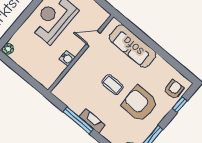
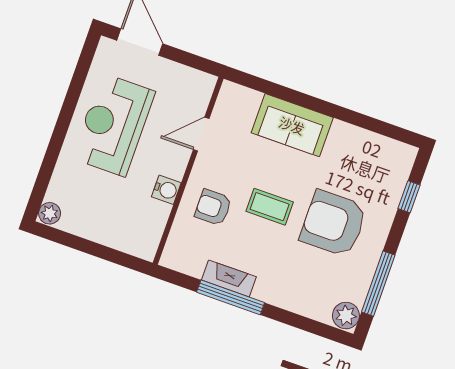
sofa: (133, 46) -> (292, 125), width x0.73
armchair: (174, 89) -> (213, 207), moved, turned -88
fireplace: (92, 121) -> (229, 278), moved

